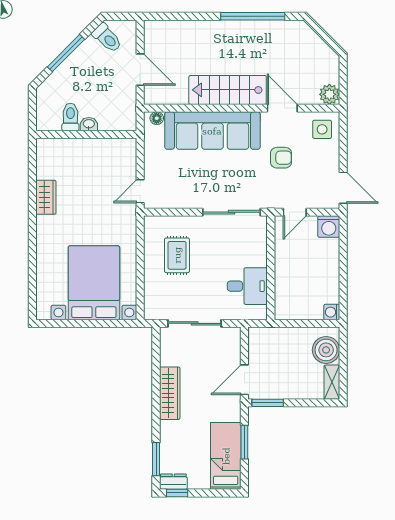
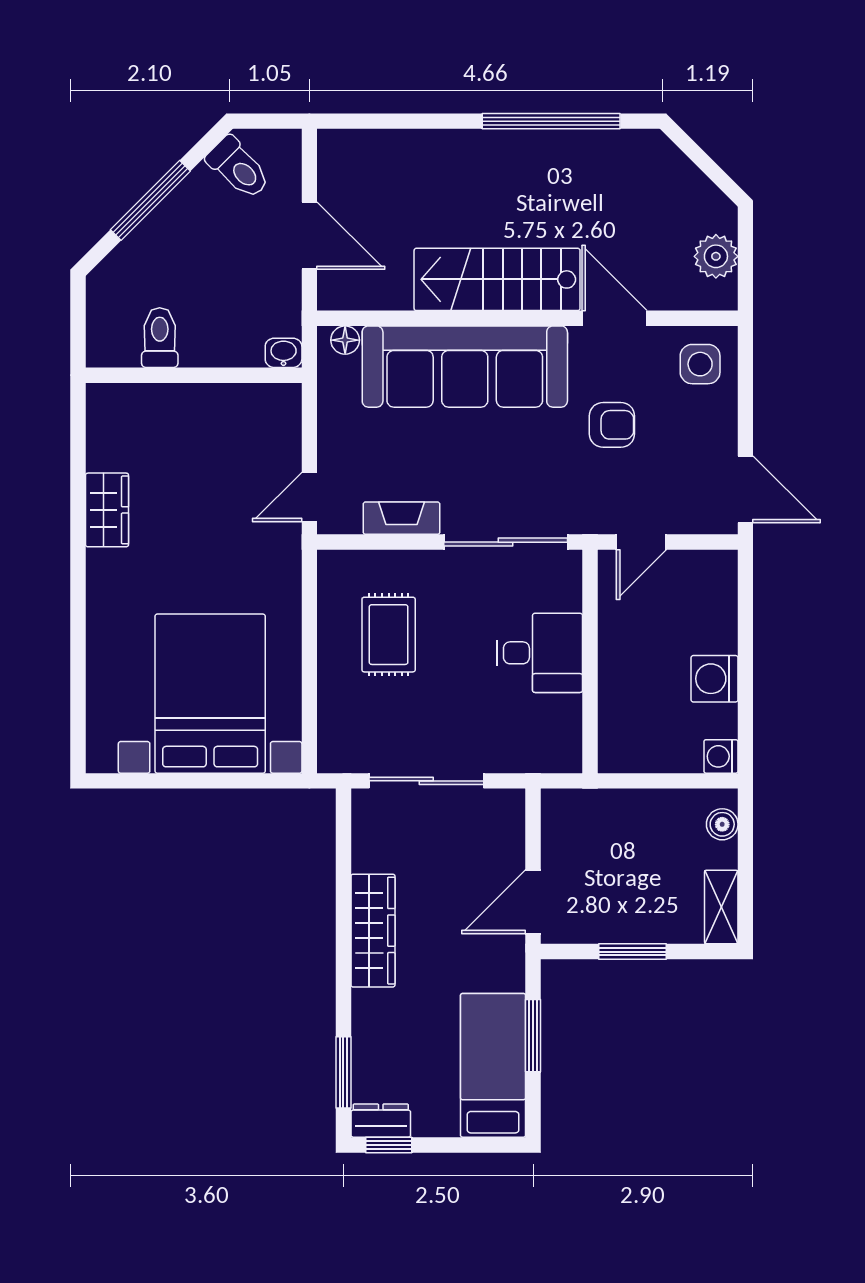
plant: (329, 94) -> (716, 256), moved
washbasin: (89, 124) -> (284, 353), moved
fireplace: (183, 201) -> (402, 518), added
washing machine: (329, 227) -> (715, 679), moved, turned 90
desk: (247, 286) -> (540, 653), moved
boiler: (326, 350) -> (722, 824), width x0.54, depth x0.54
window: (268, 403) -> (633, 952), moved

